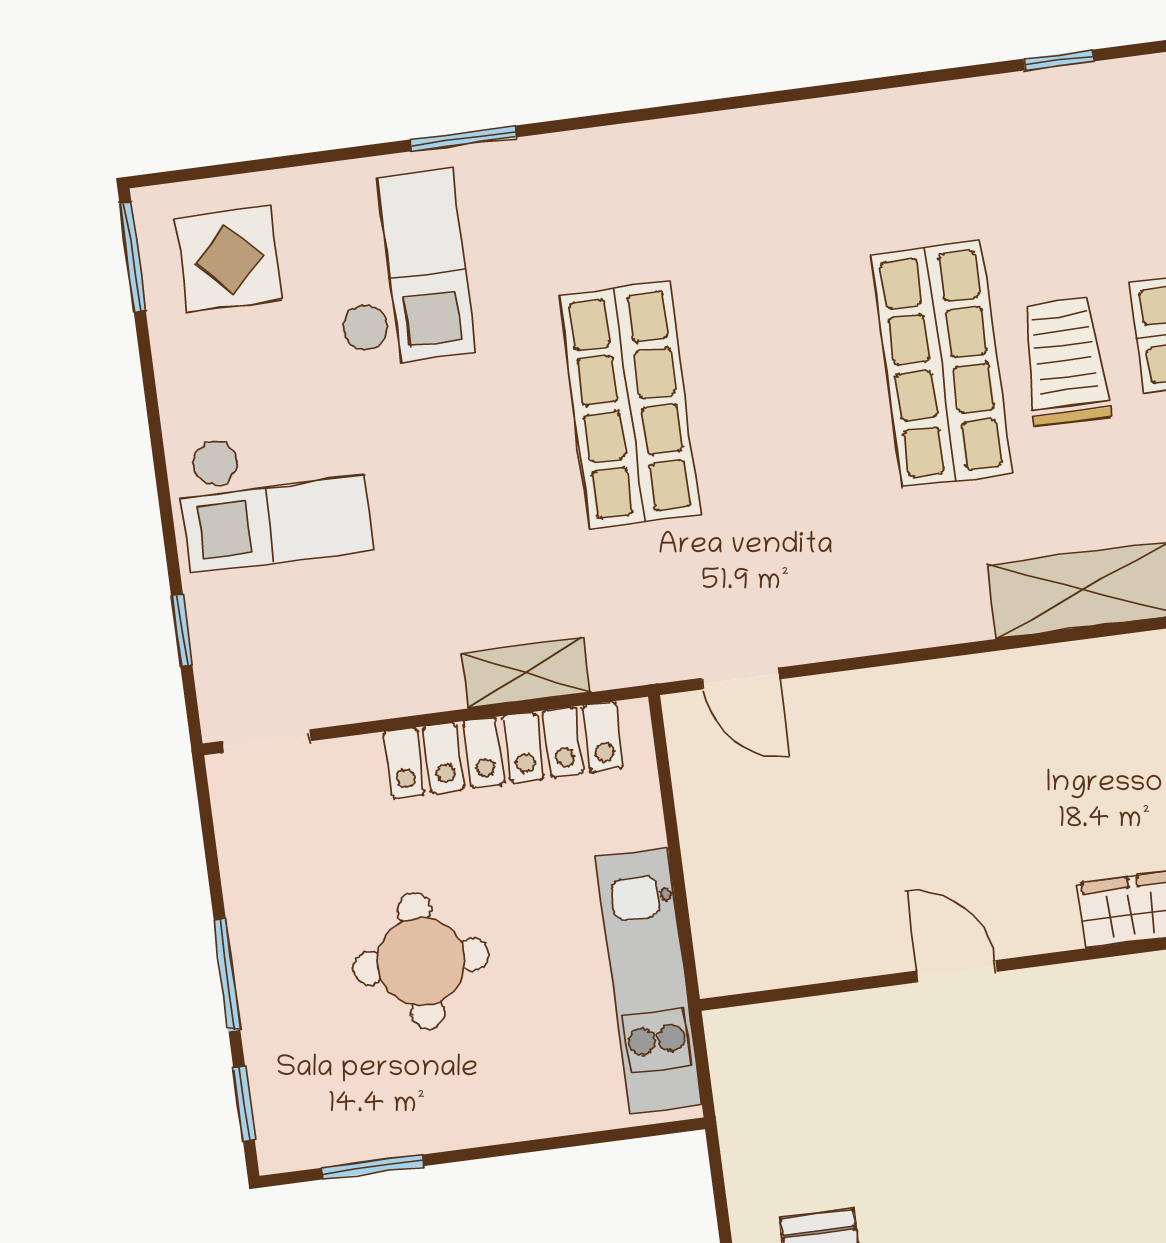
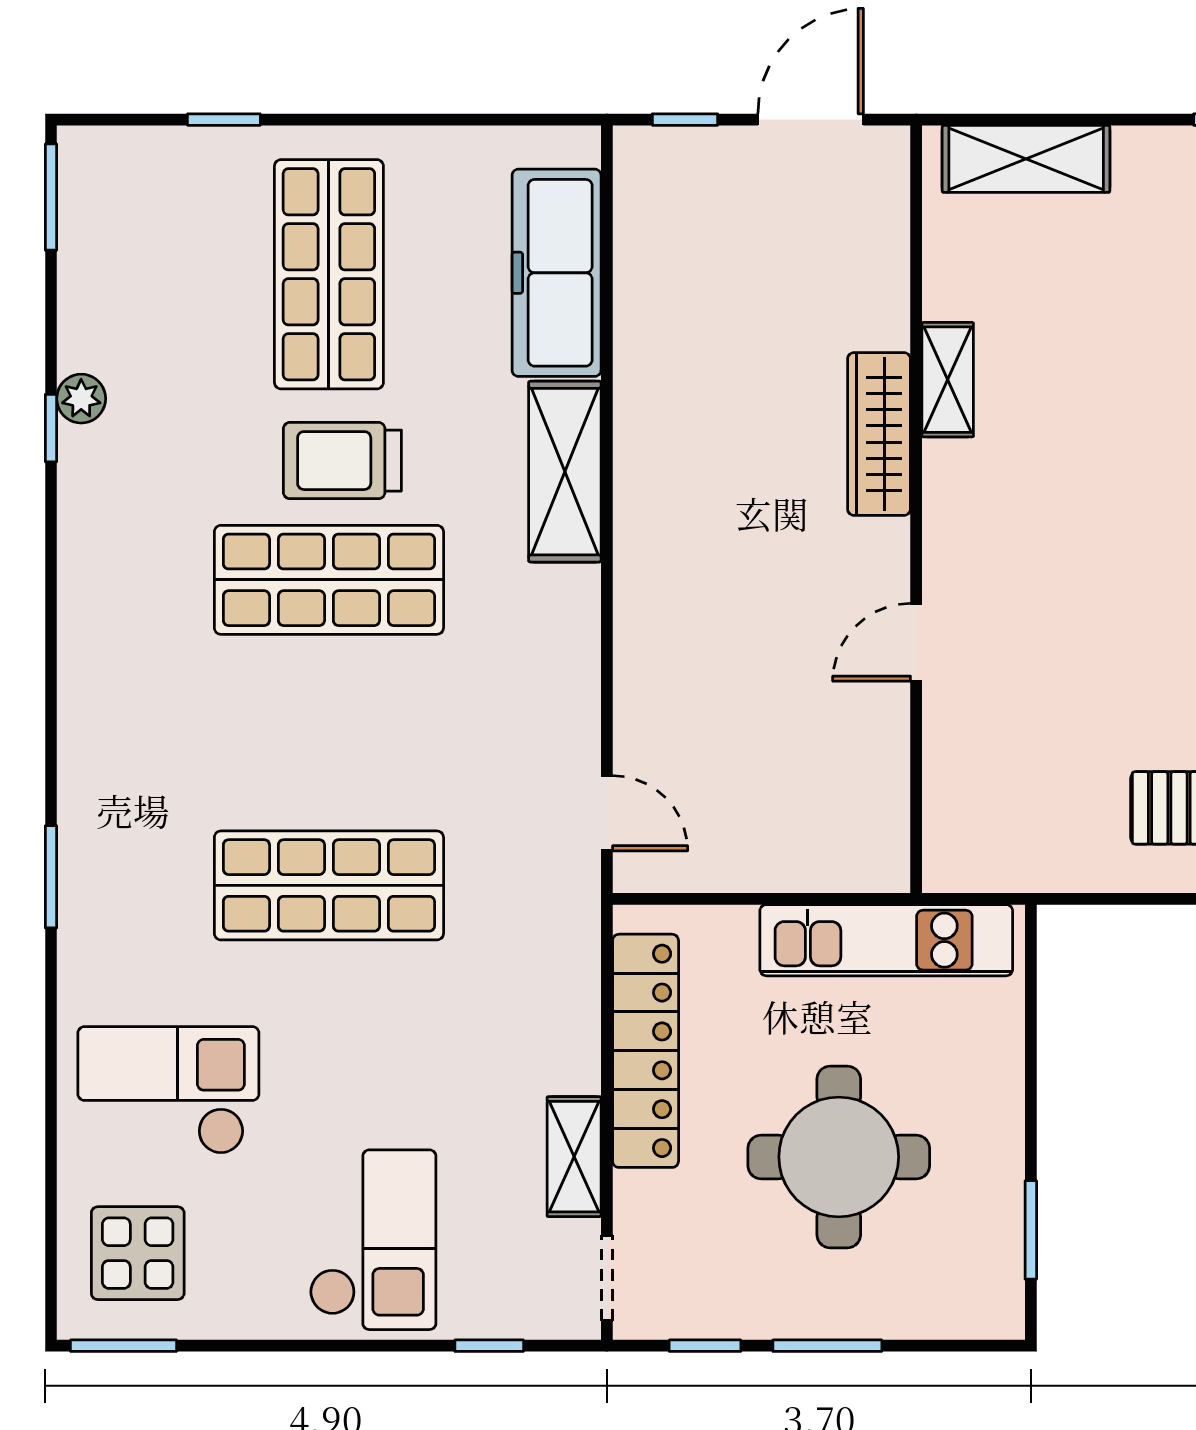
plant: (1093, 87) -> (81, 399), added
window: (463, 138) -> (51, 877), moved
shelving: (525, 673) -> (574, 1157), moved
door: (741, 679) -> (607, 813), hinge flipped
round table: (421, 961) -> (839, 1157), width x1.36, depth x1.36
window: (244, 1104) -> (705, 1346), moved

